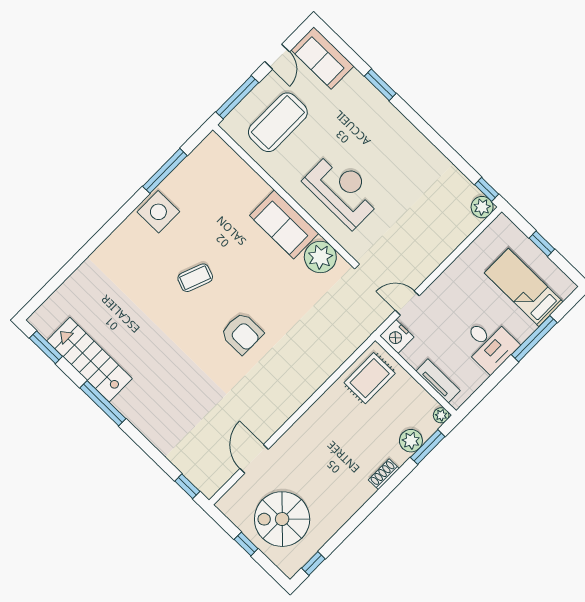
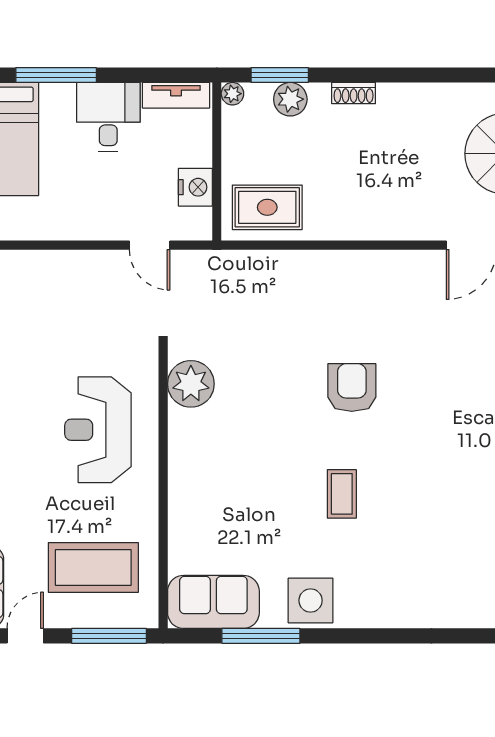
sofa: (284, 224) -> (213, 602), moved, turned -90
coffee table: (195, 278) -> (342, 494), turned 69
nightstand: (397, 336) -> (195, 187), moved
tv unit: (438, 381) -> (176, 95), moved, turned -90

